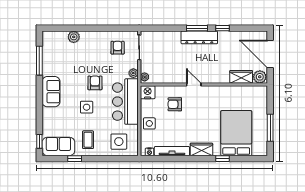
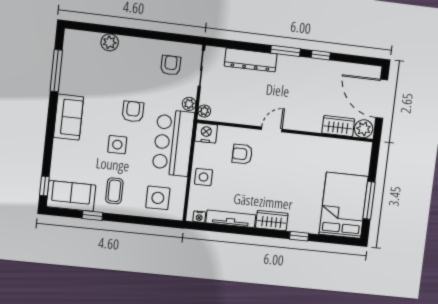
dresser: (199, 37) -> (251, 60), moved
door: (194, 84) -> (272, 129), hinge flipped
bed: (236, 133) -> (344, 205), moved

